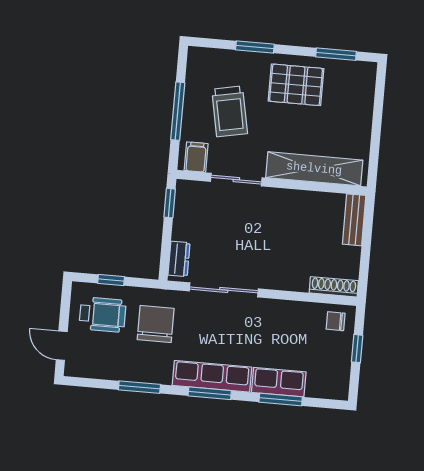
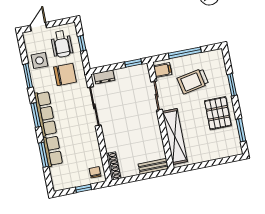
side table: (119, 360) -> (39, 60), added

